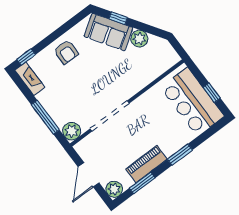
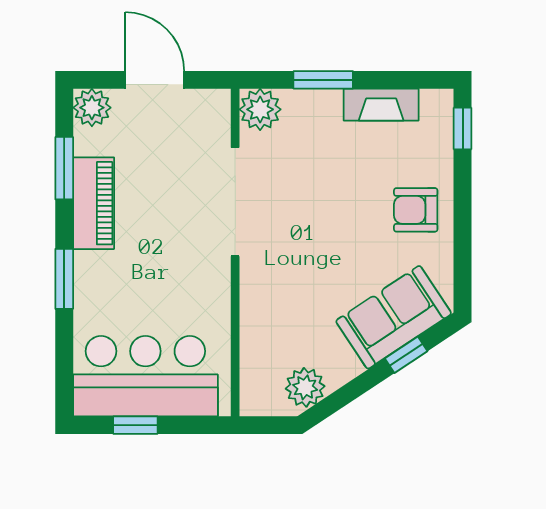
plant: (139, 39) -> (305, 387), moved
fireplace: (30, 79) -> (381, 105), moved
window: (45, 117) -> (323, 80), width x0.69

